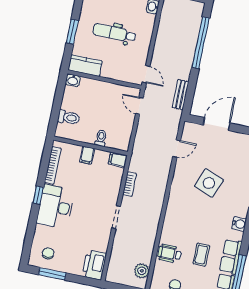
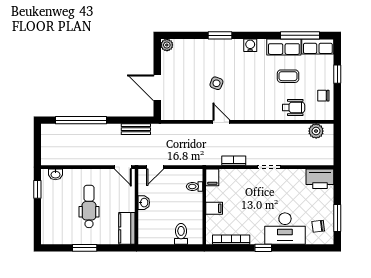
window: (72, 32) -> (85, 248), moved
dental chair: (114, 33) -> (89, 206), turned 180
door: (146, 74) -> (123, 167), swing flipped
washbasin: (73, 80) -> (144, 203), moved
toilet: (101, 138) -> (195, 186), moved
door: (177, 149) -> (221, 122), moved
side table: (209, 183) -> (216, 83), width x0.54, depth x0.54
desk: (55, 207) -> (285, 229), moved
wheelchair: (169, 254) -> (293, 107), turned -90

